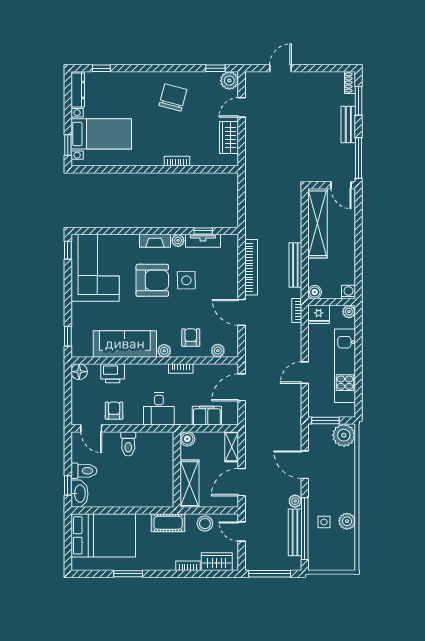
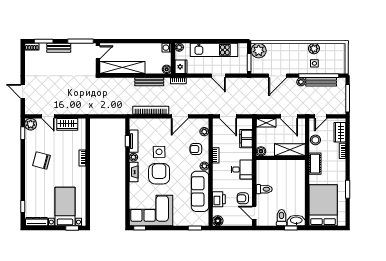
door: (91, 428) -> (254, 213), swing flipped

